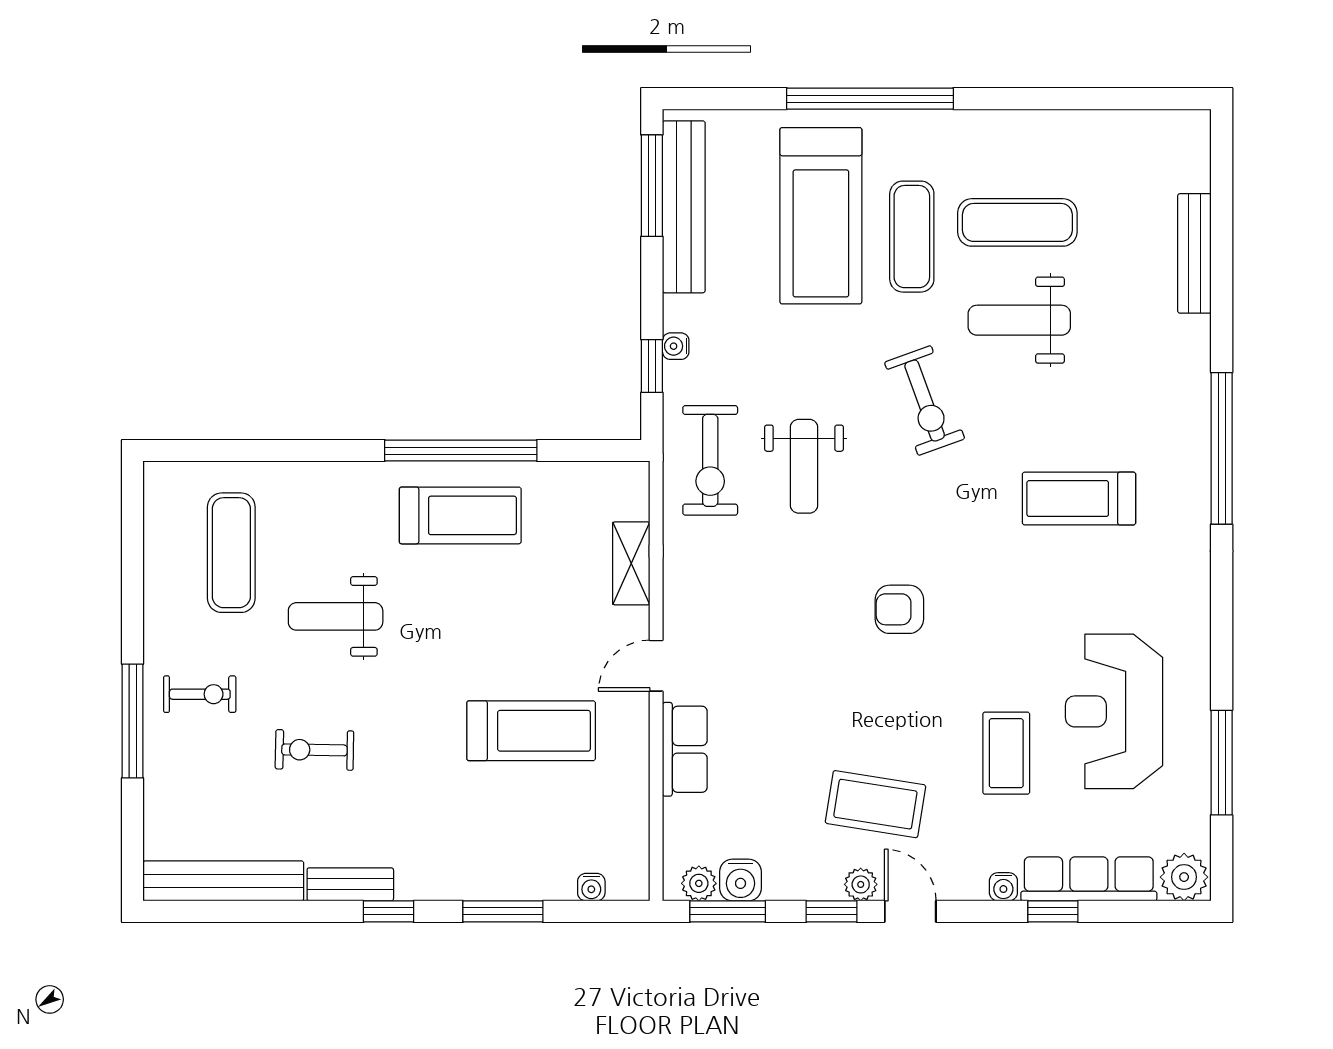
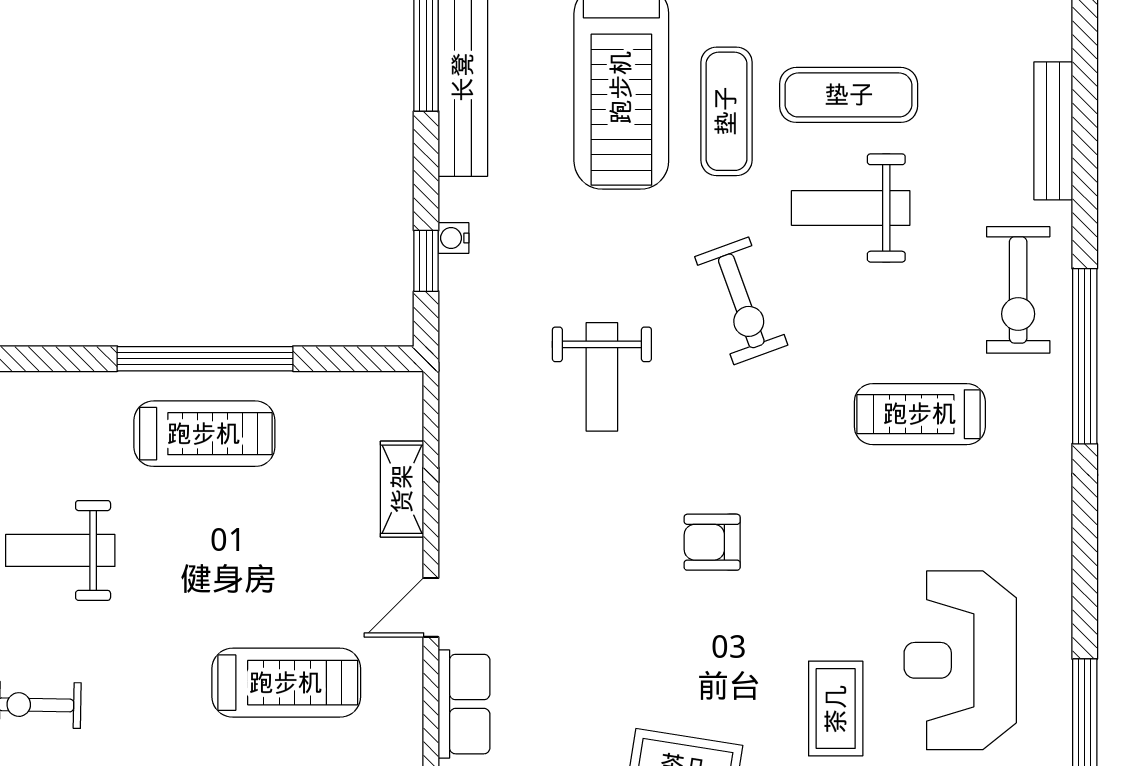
exercise bike: (710, 460) -> (1018, 290), moved

